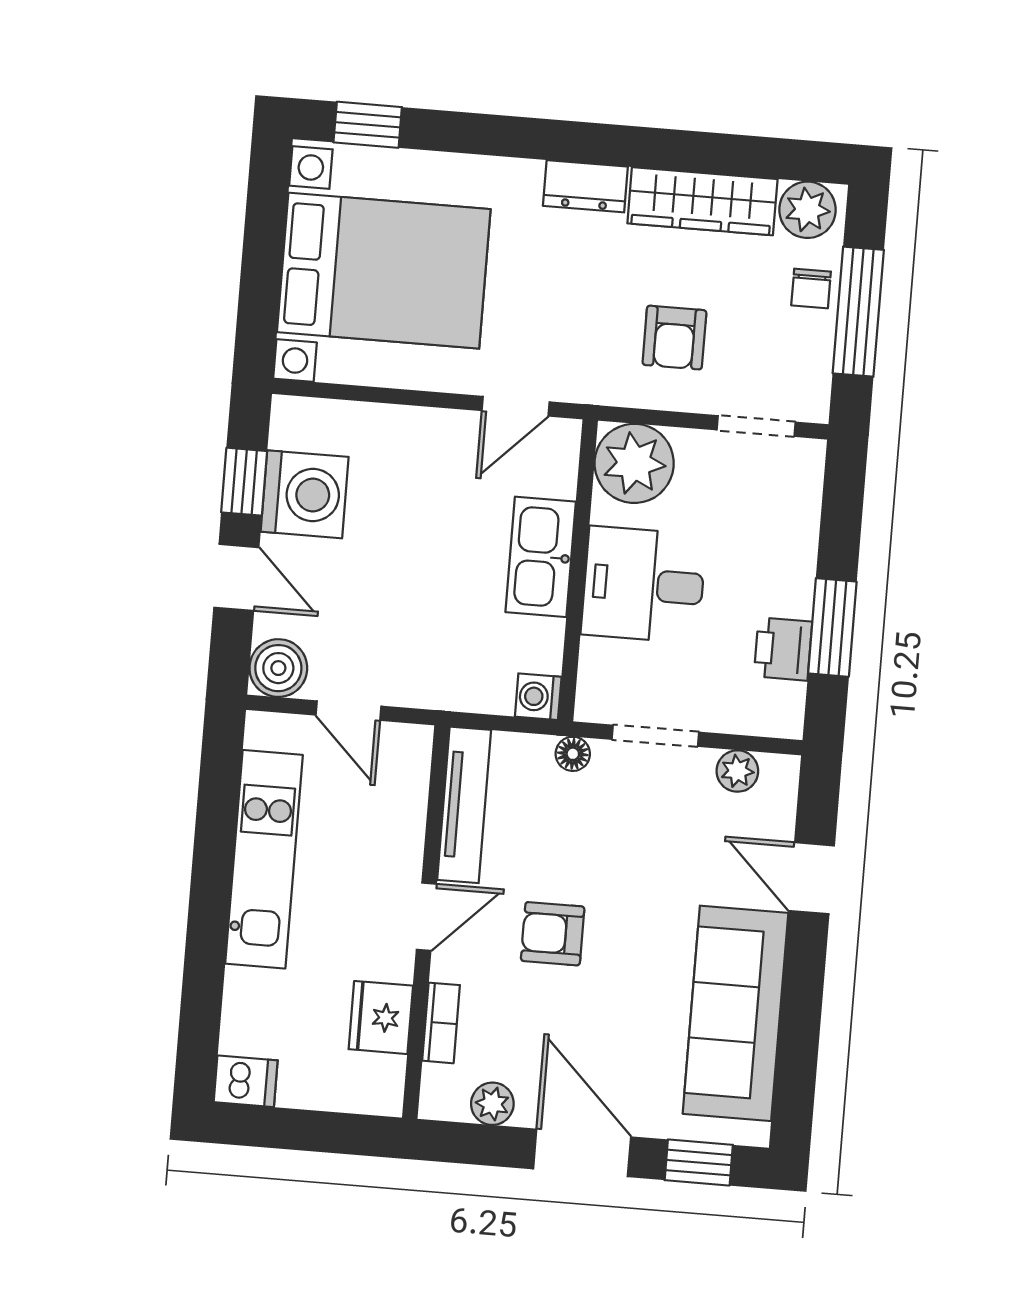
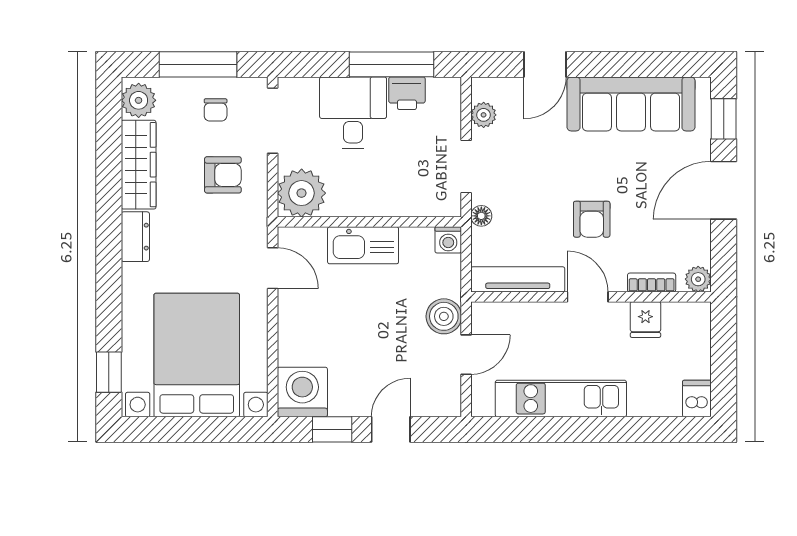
chair: (811, 288) -> (216, 110), moved, turned 90
doorway: (756, 426) -> (273, 121), width x1.38
washing machine: (305, 494) -> (302, 392), moved
desk: (644, 585) -> (353, 113), moved, turned 180
window: (832, 627) -> (391, 64), width x1.44
boiler: (278, 668) -> (444, 316), moved
fridge: (381, 1017) -> (645, 320), width x0.72
plant: (492, 1104) -> (698, 279), moved

